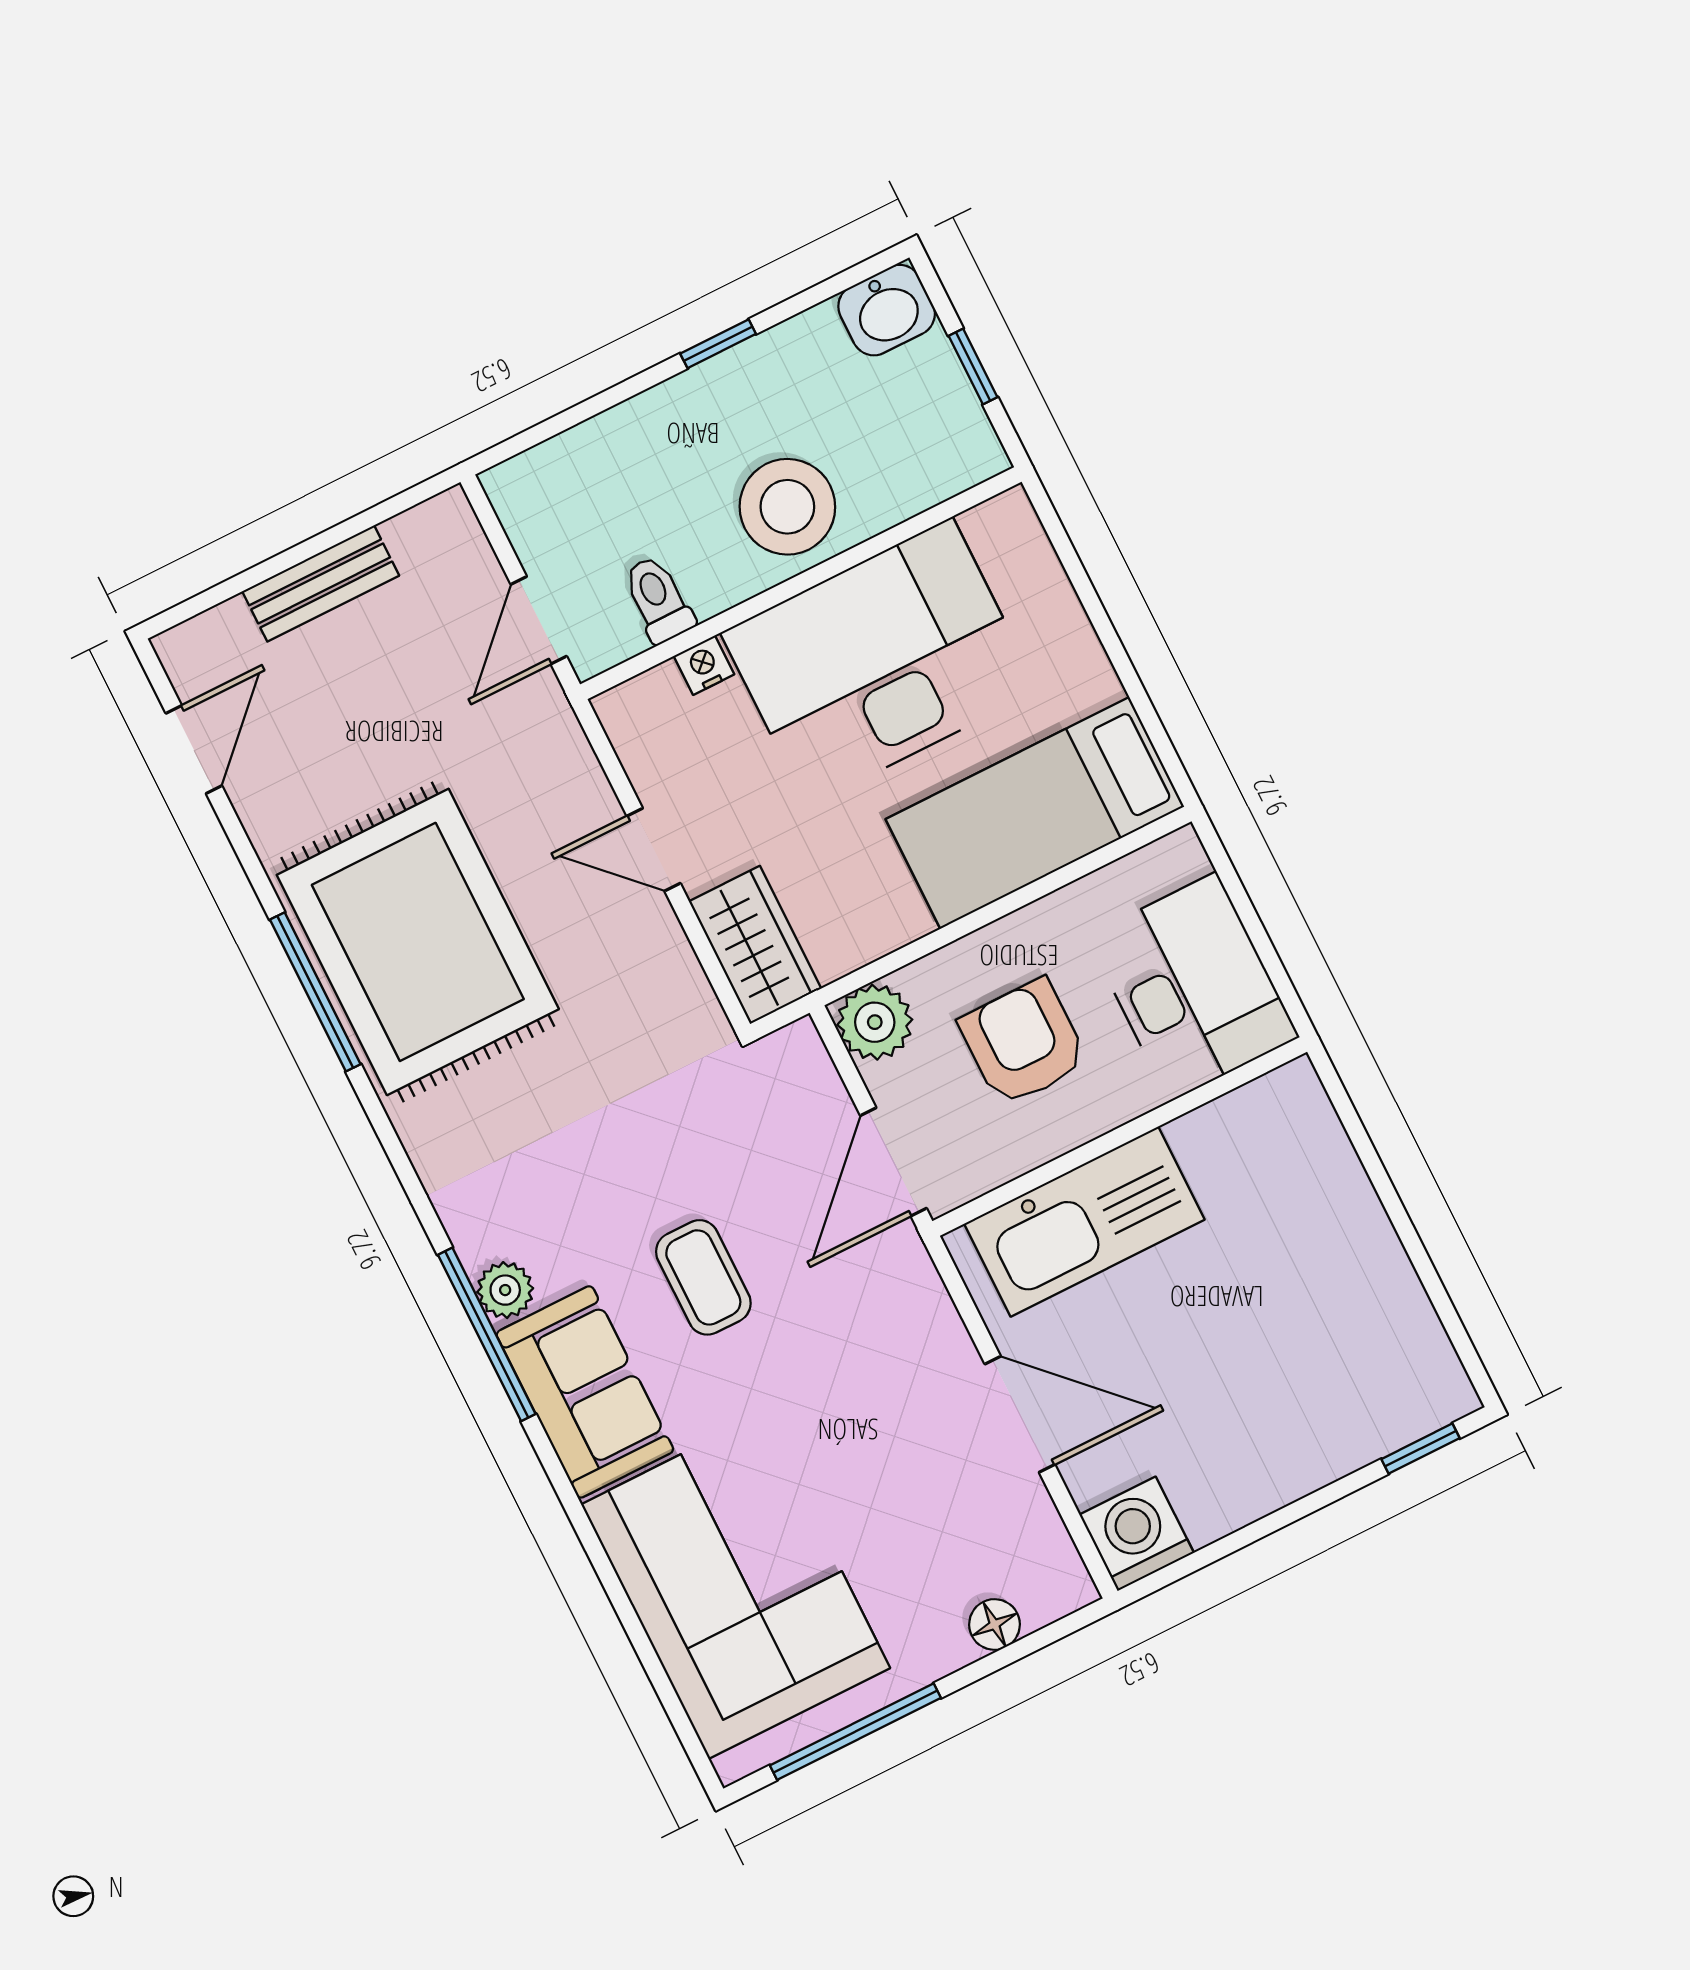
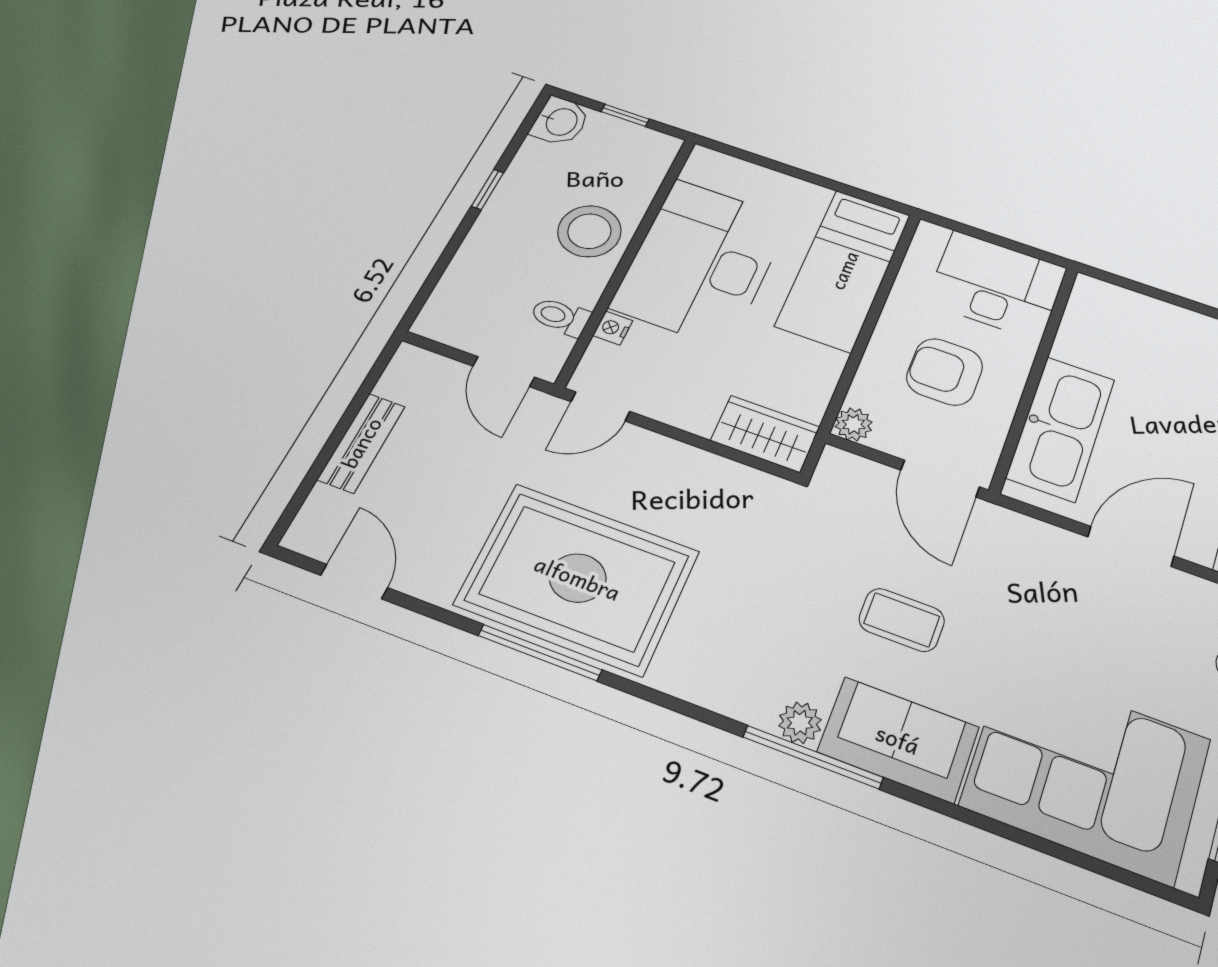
door: (654, 850) -> (600, 406), moved
plant: (875, 1022) -> (854, 424), width x0.73, depth x0.73

